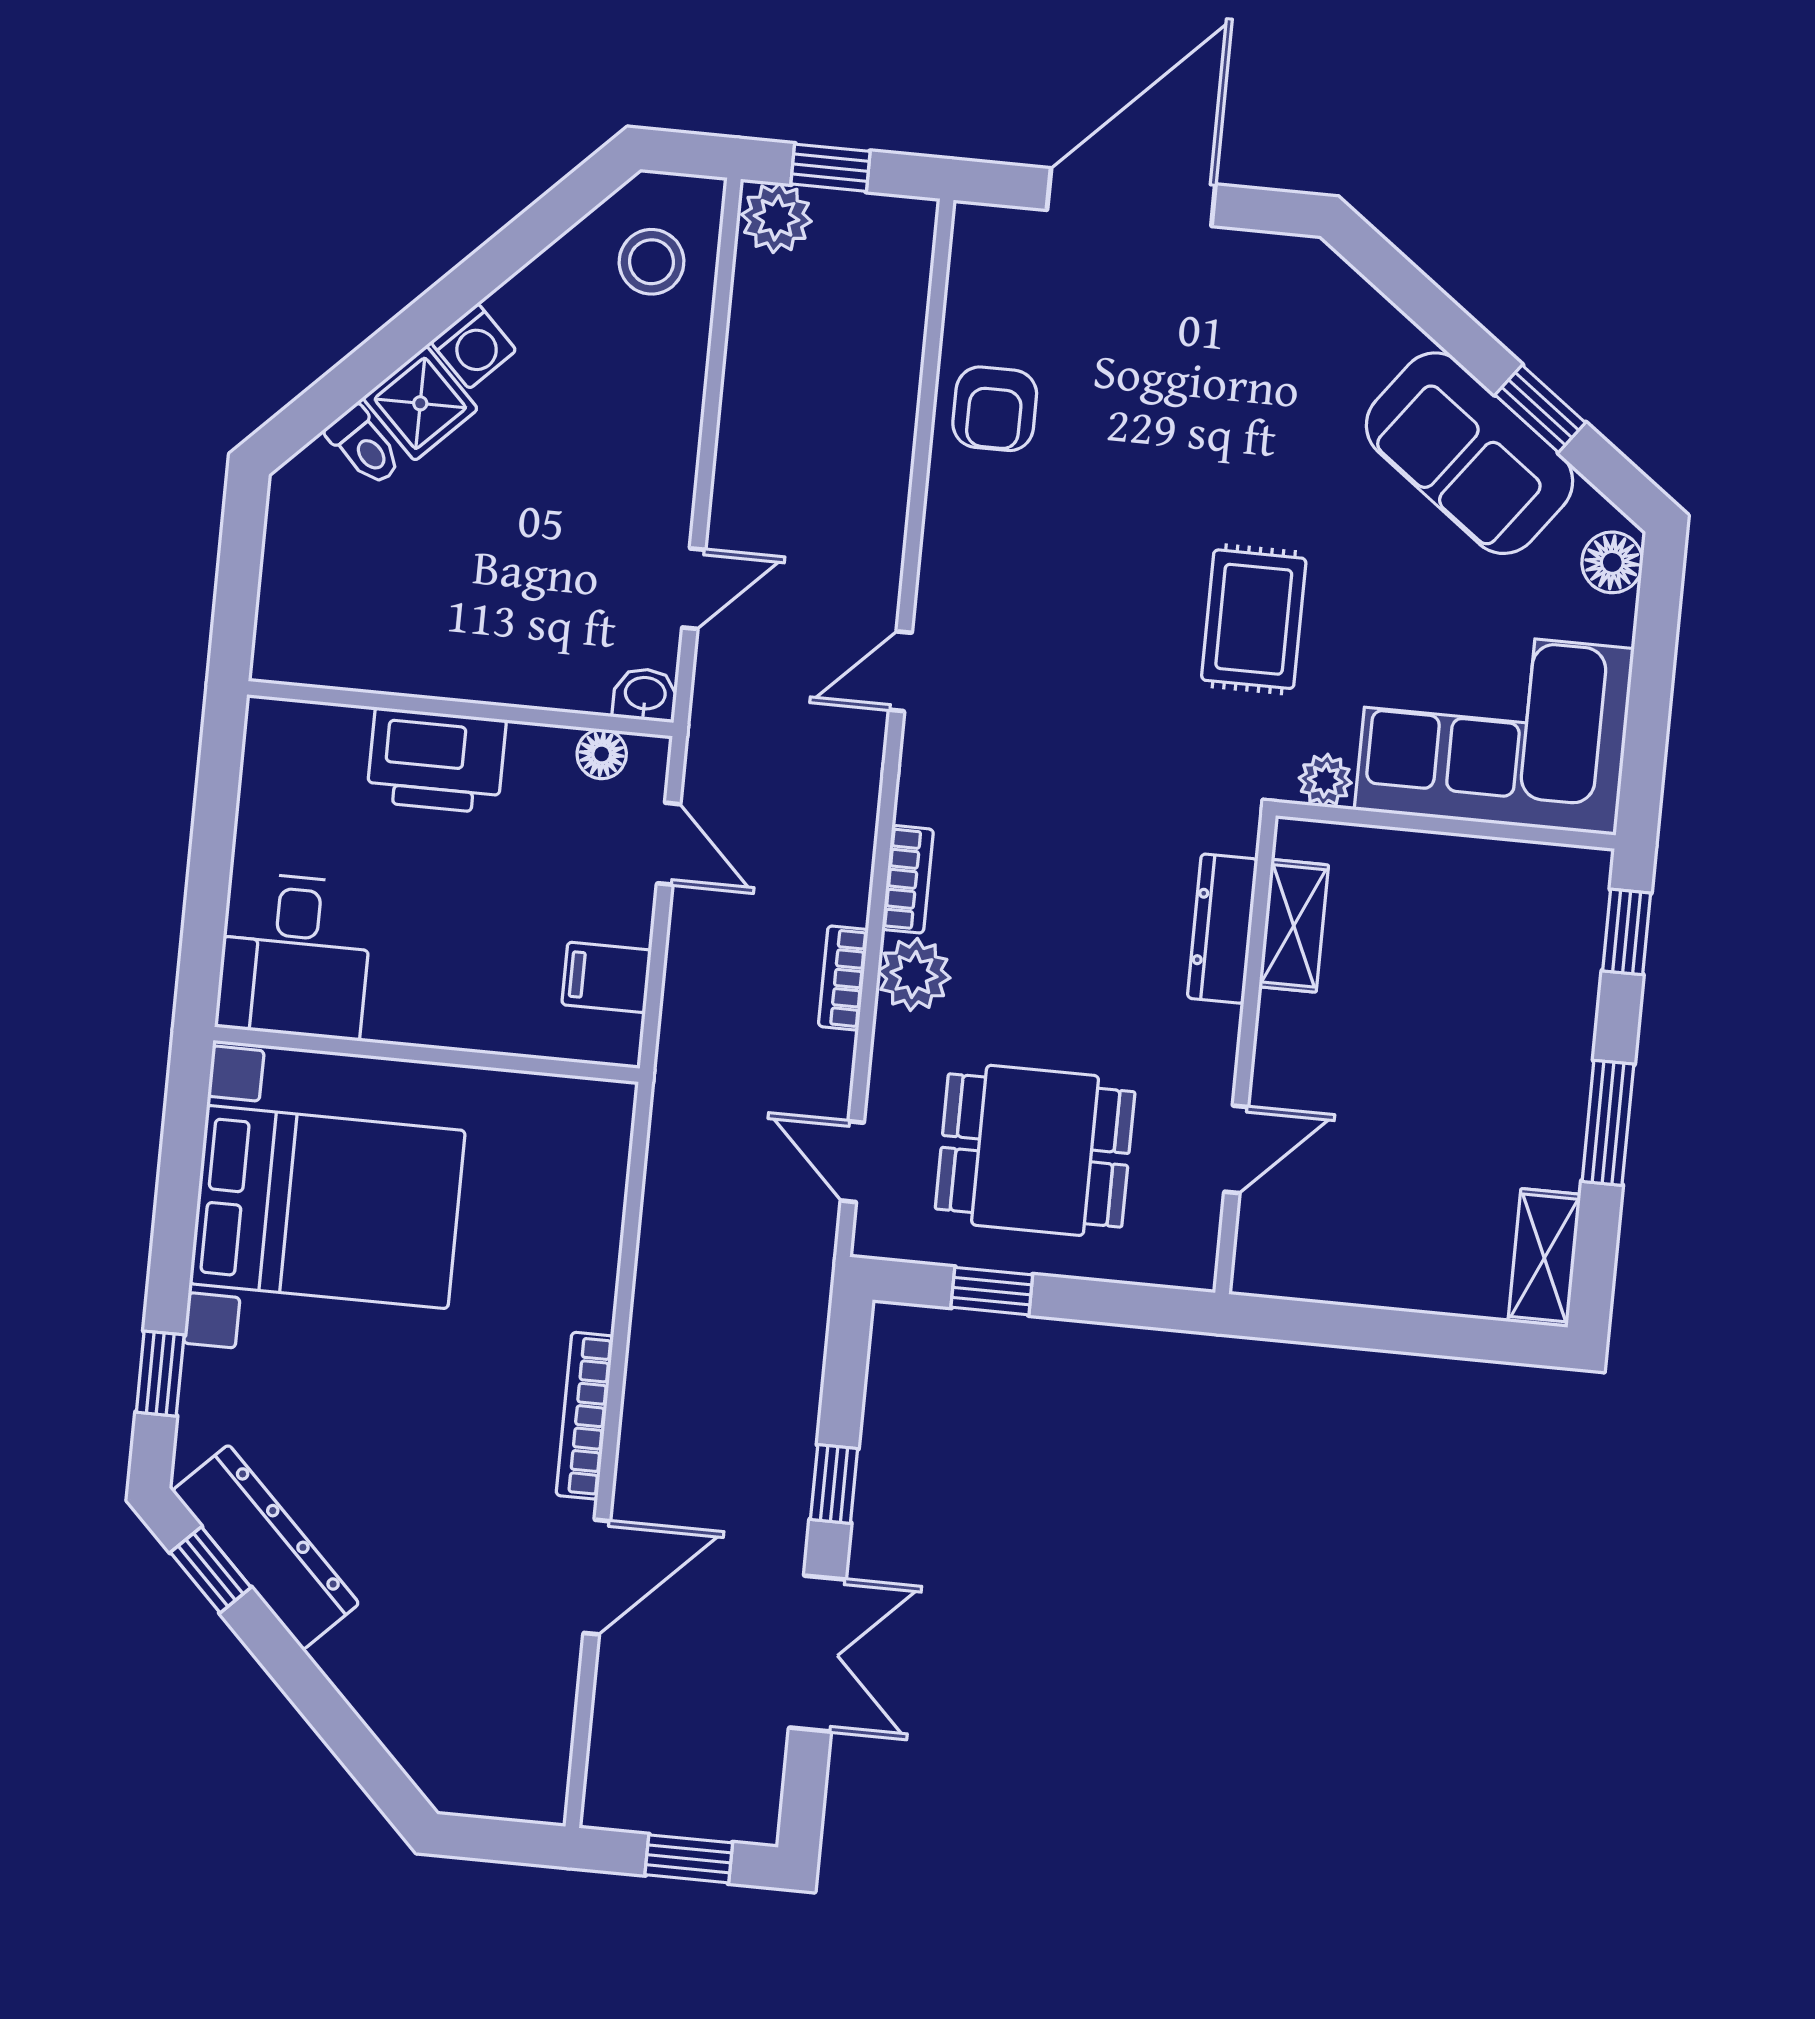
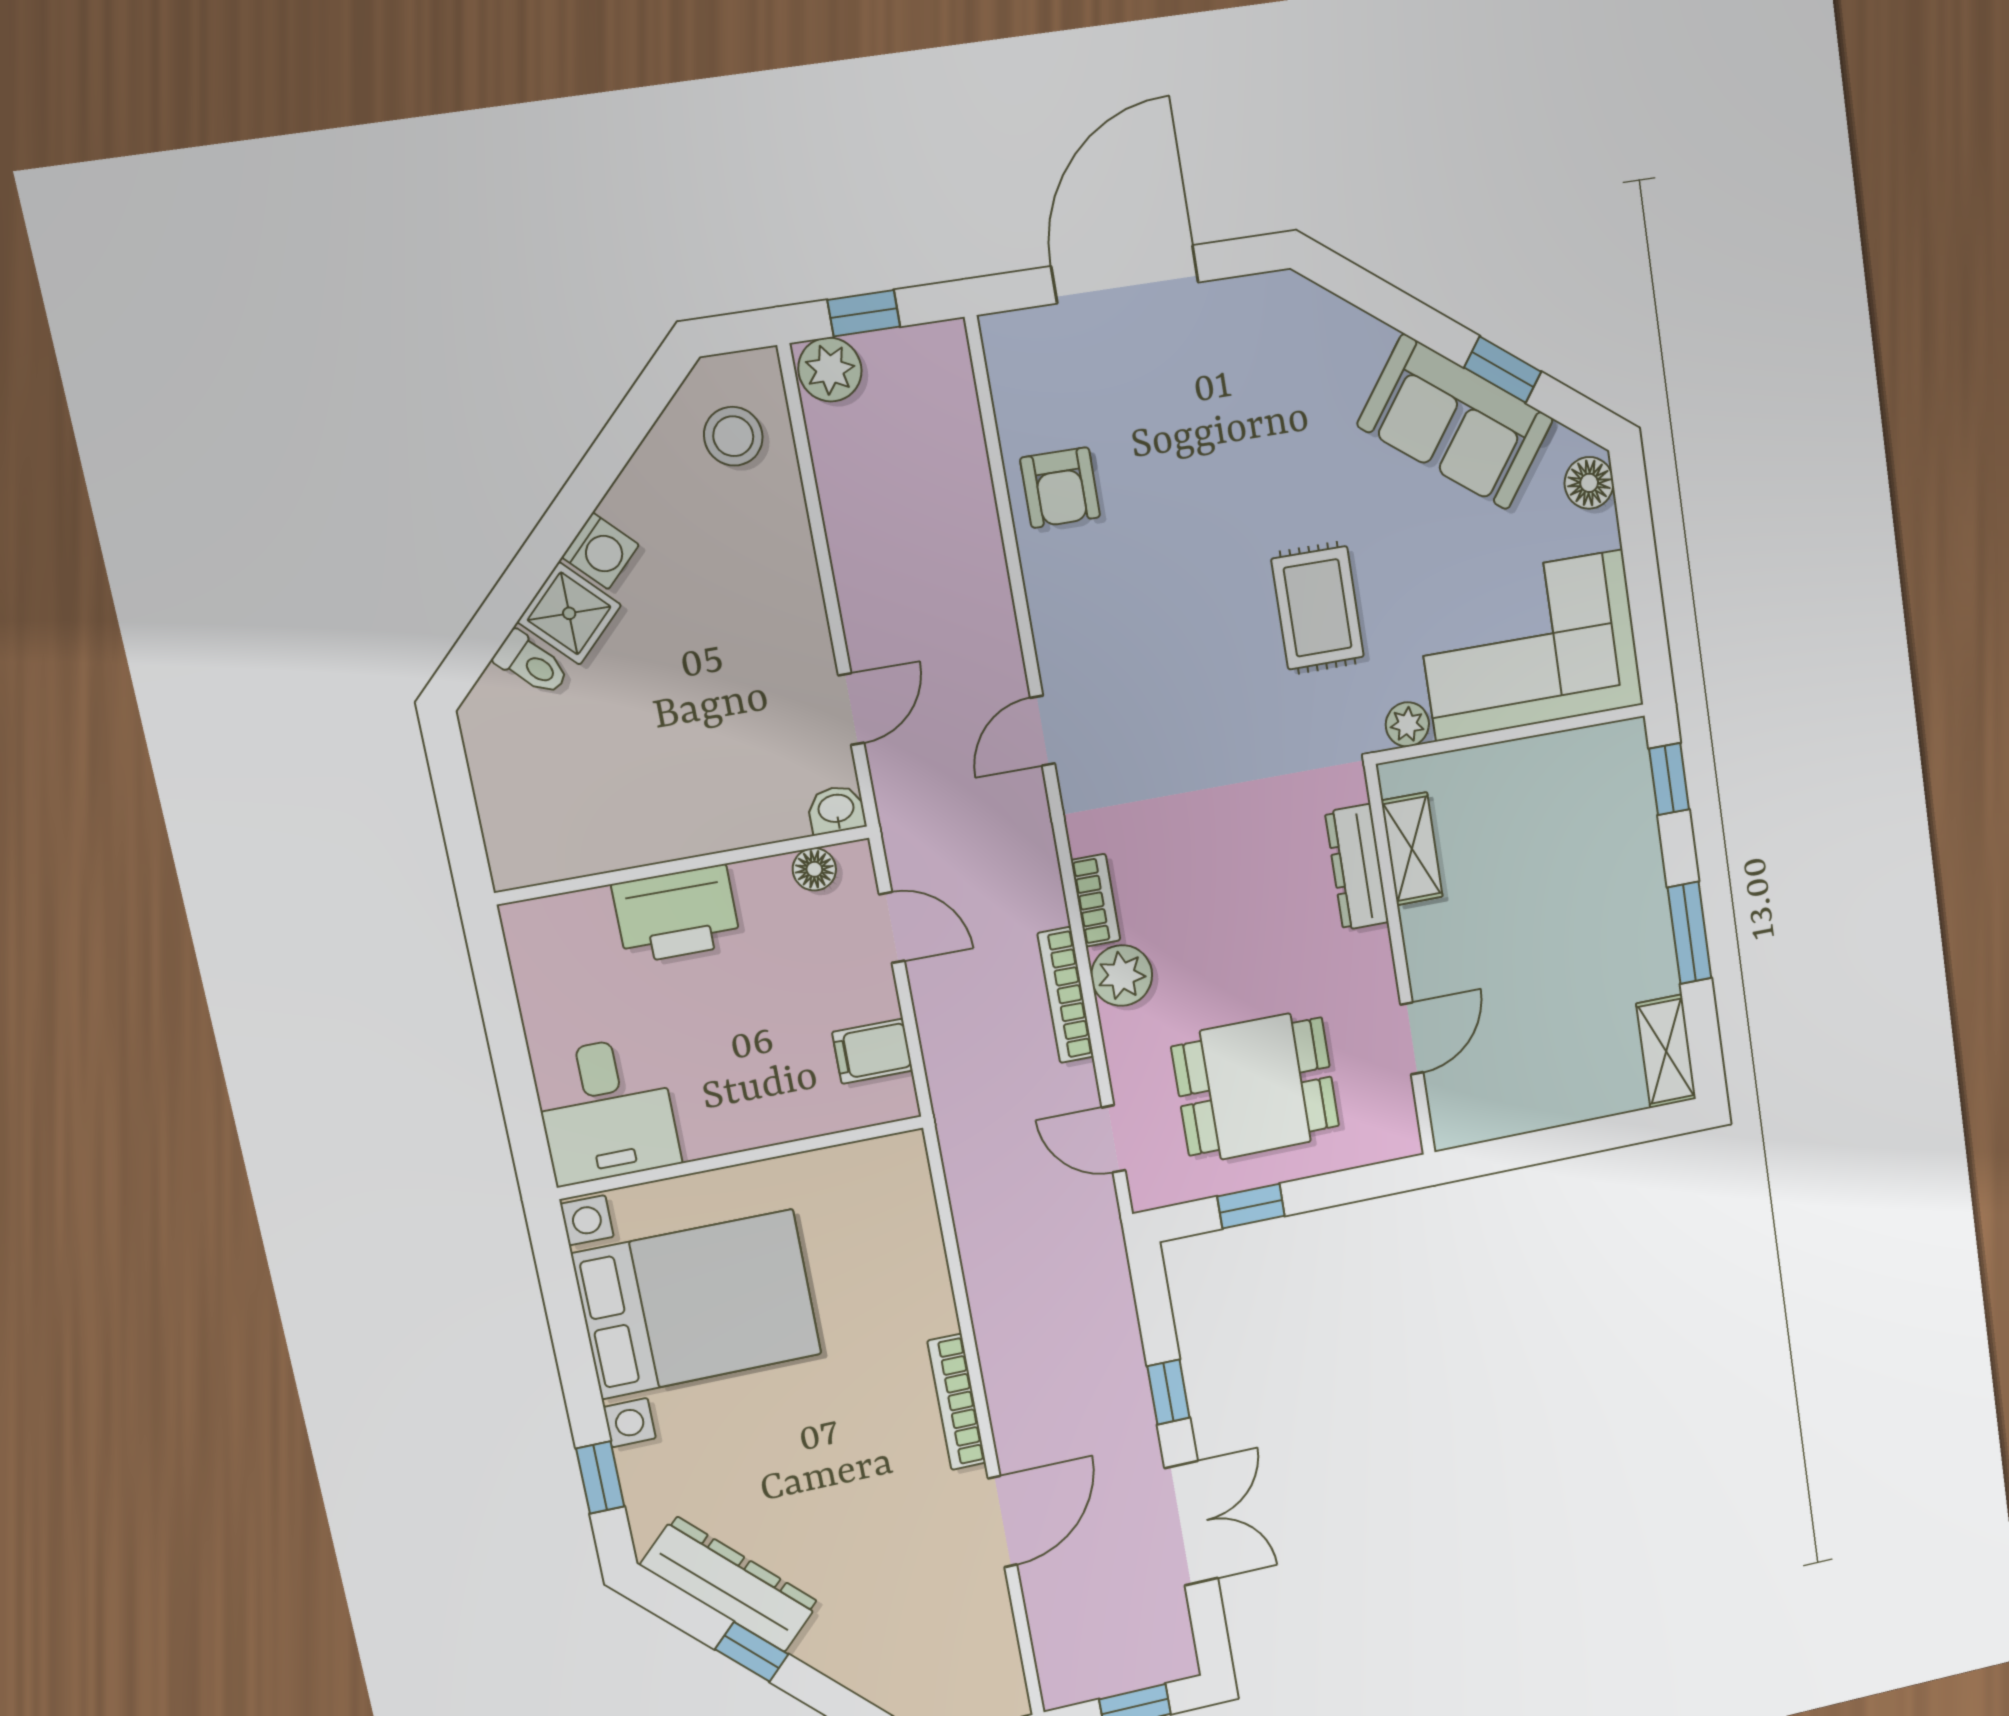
bookcase: (843, 978) -> (1066, 995), width x1.56
window: (211, 1570) -> (752, 1652), moved

